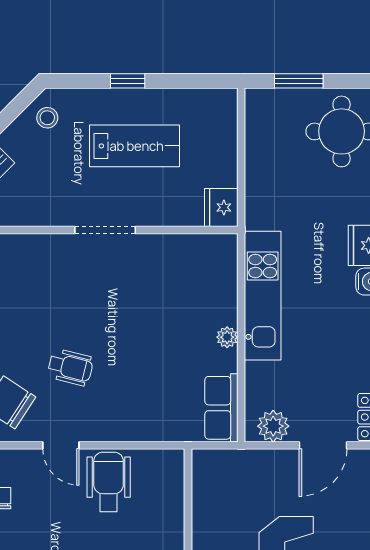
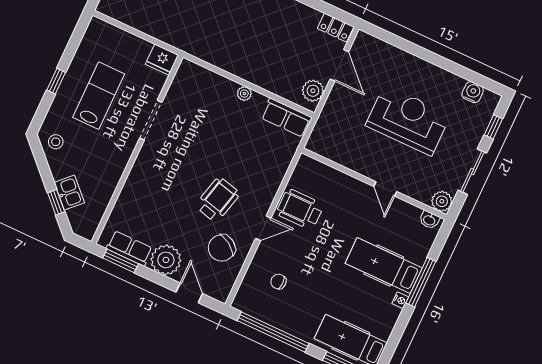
doorway: (105, 230) -> (151, 120), moved
kitchen unit: (263, 296) -> (229, 59), removed
wheelchair: (70, 367) -> (218, 200), width x1.36, depth x1.37

